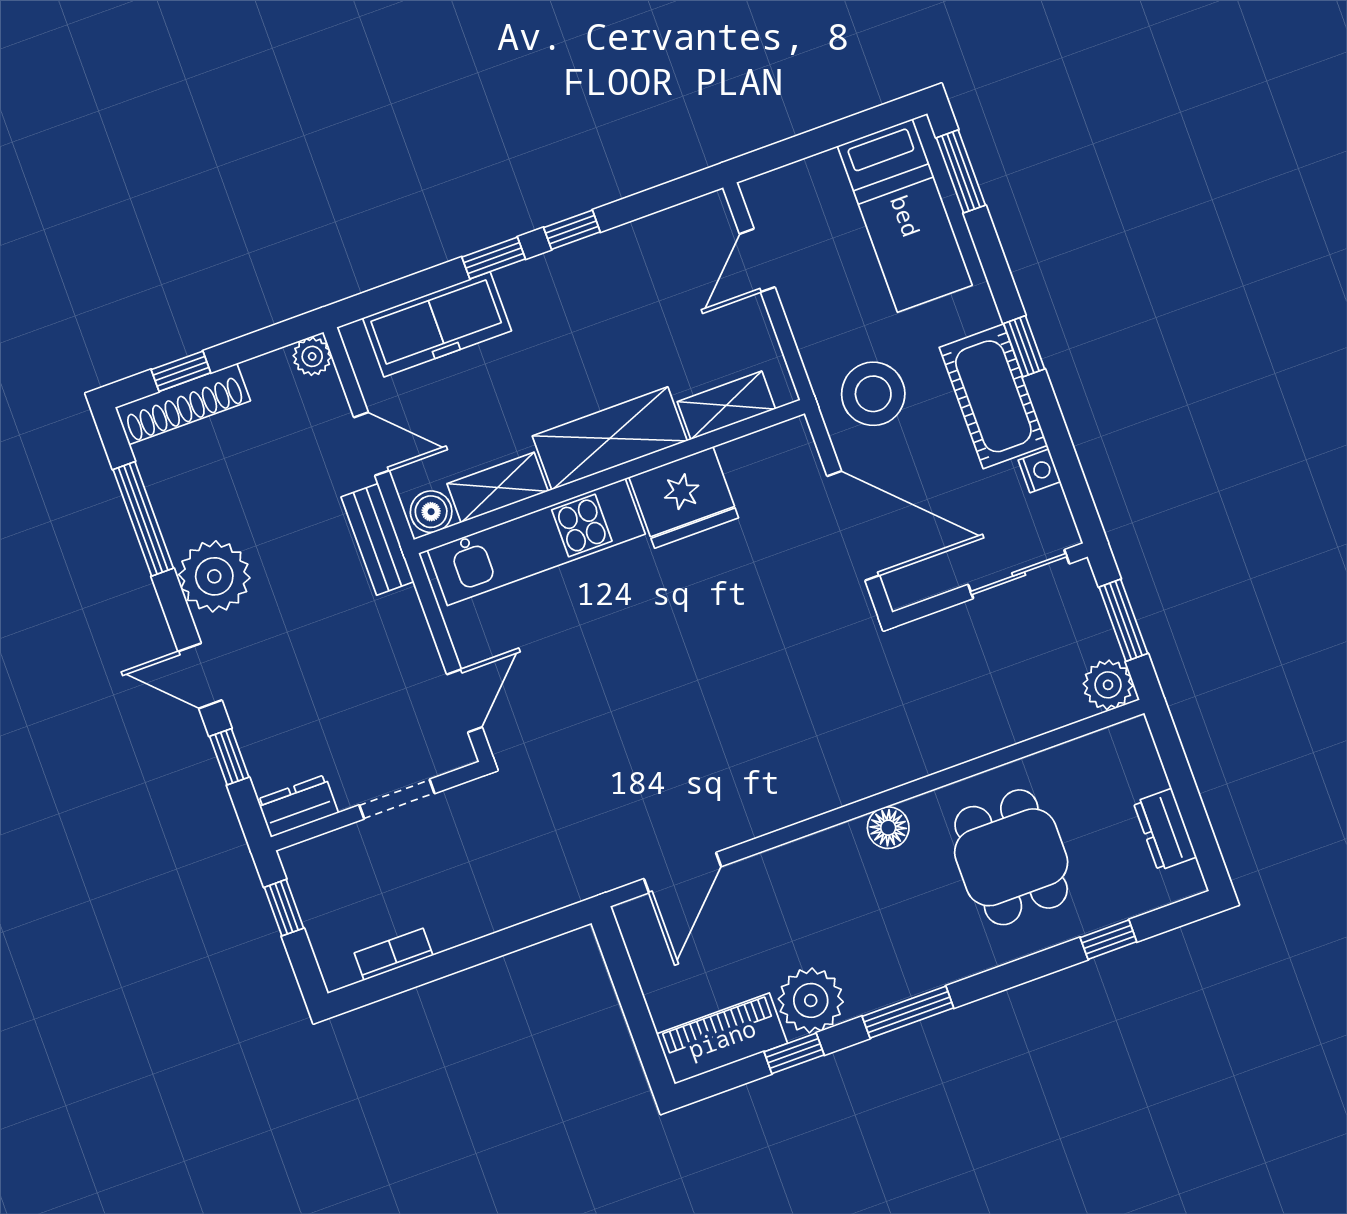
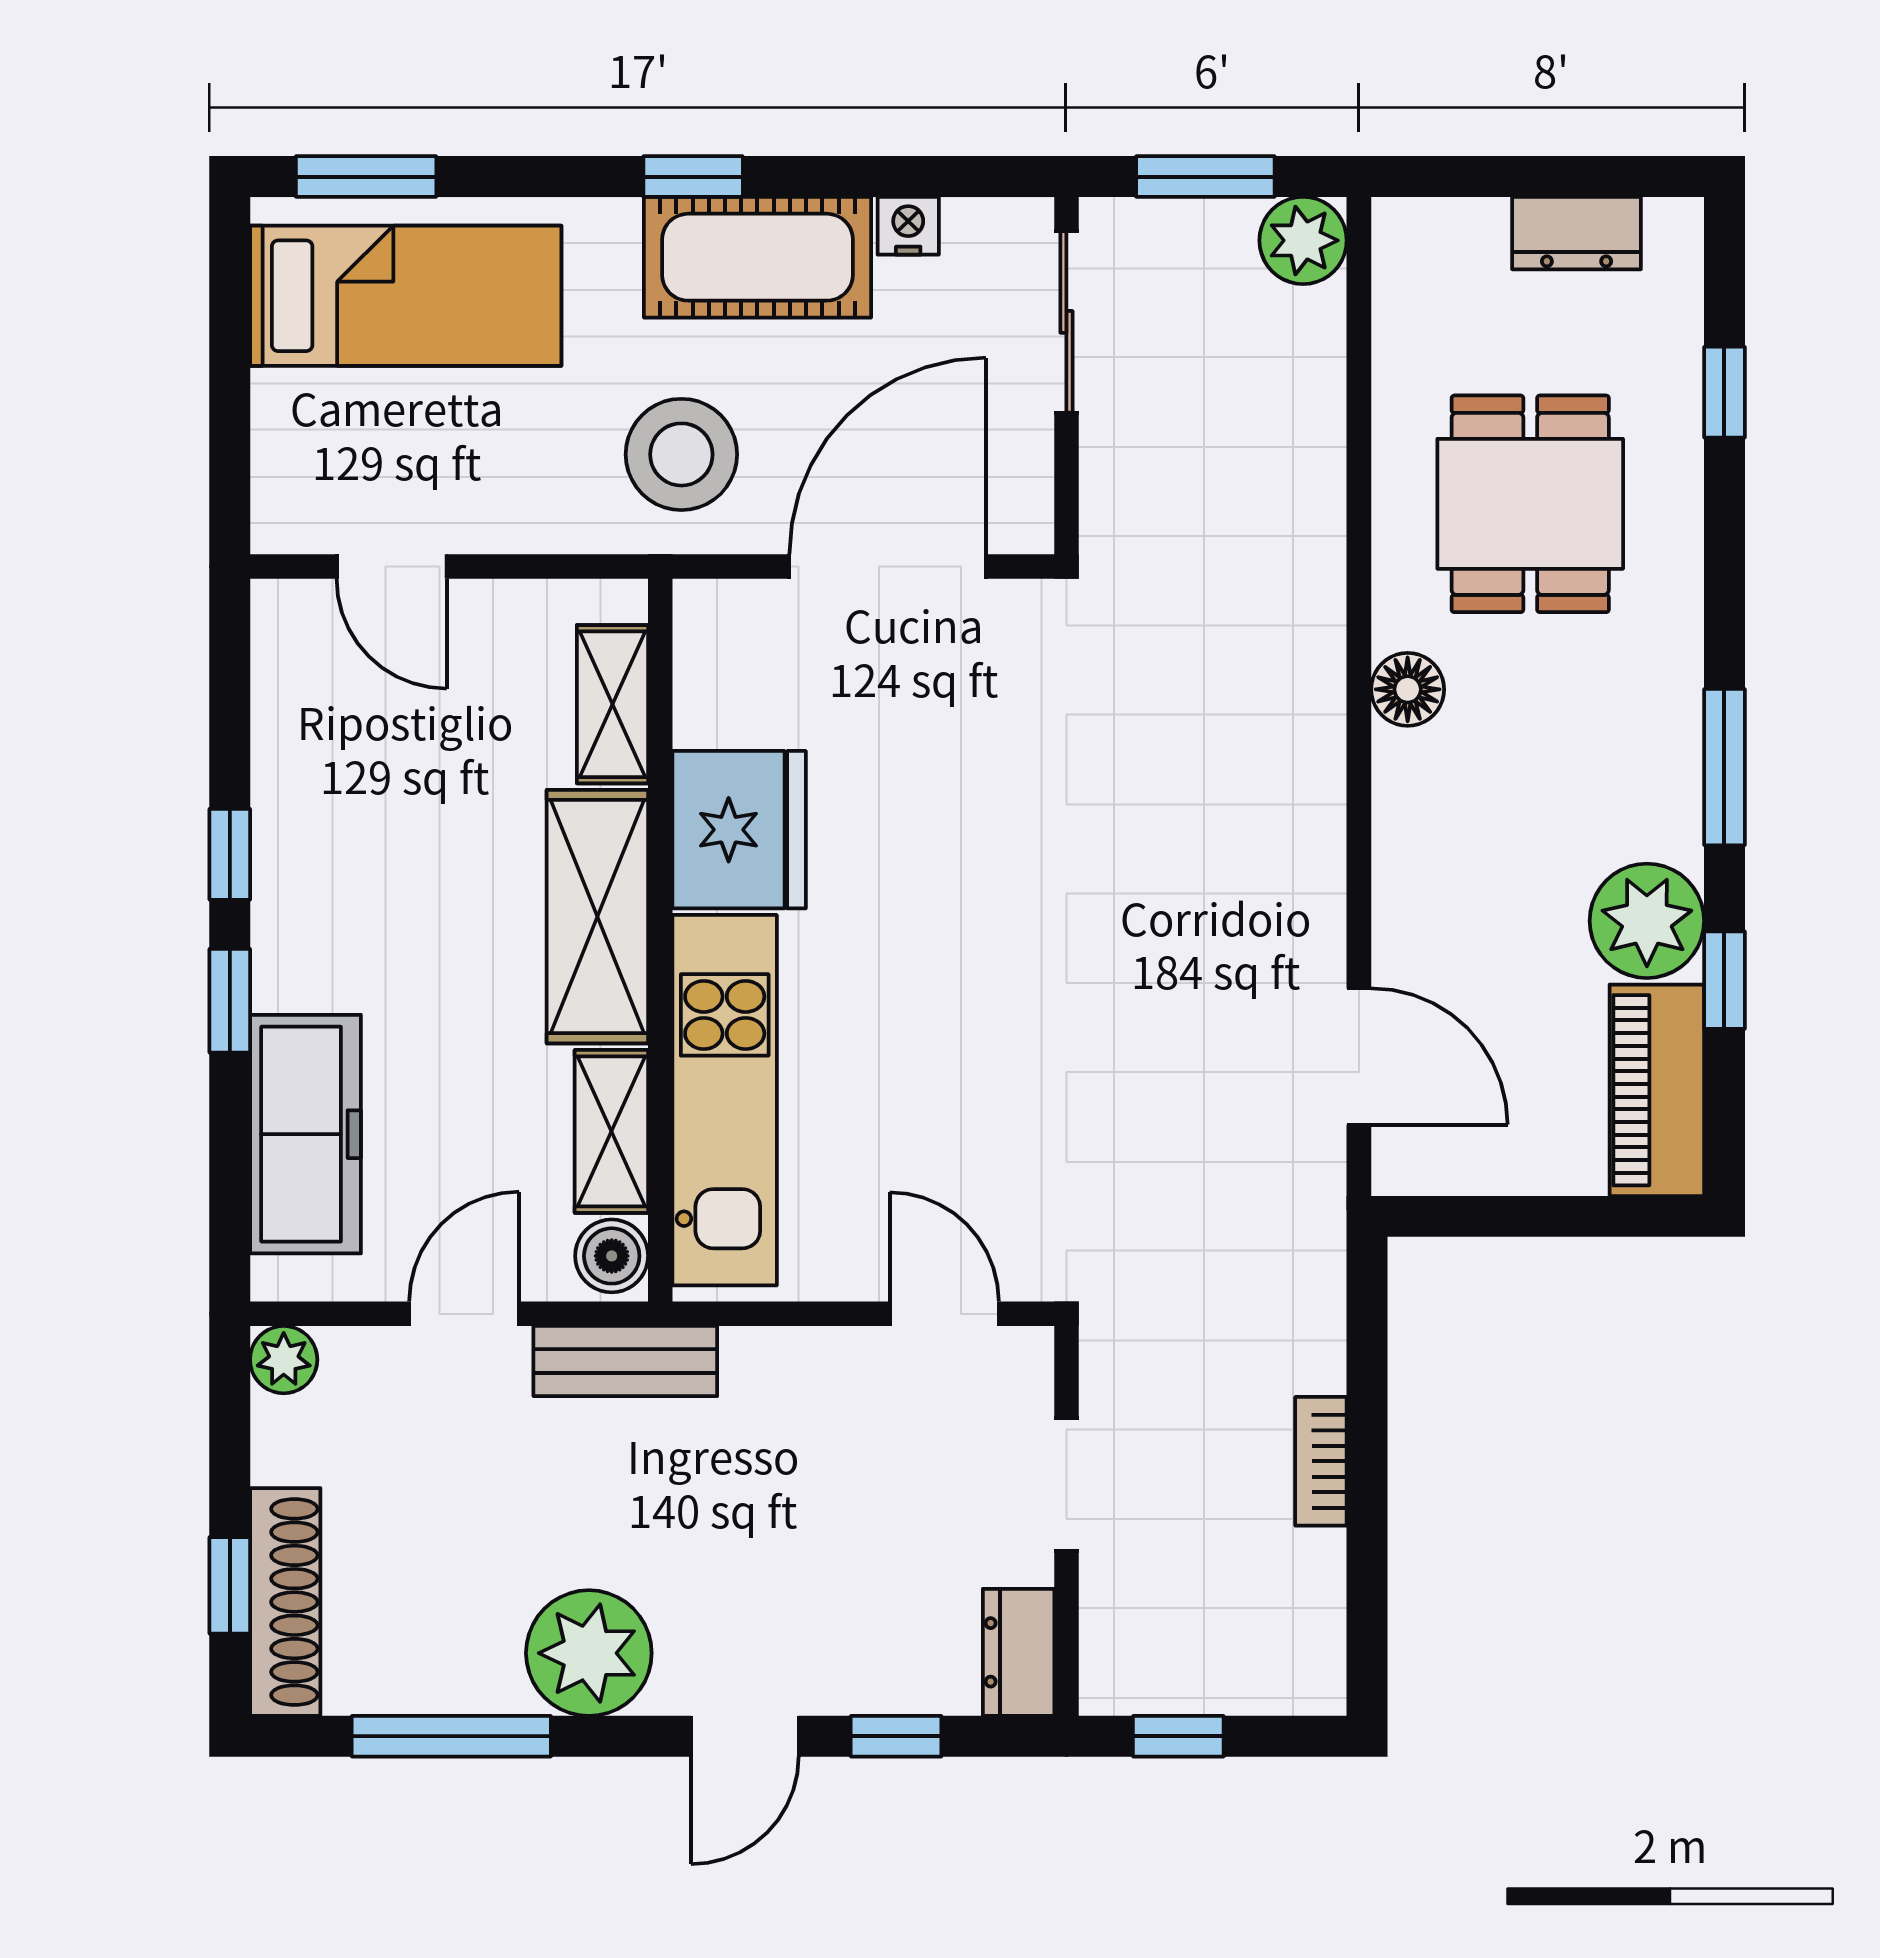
dining table: (1011, 857) -> (1530, 504), turned 90
bookcase: (394, 954) -> (1321, 1461), moved

